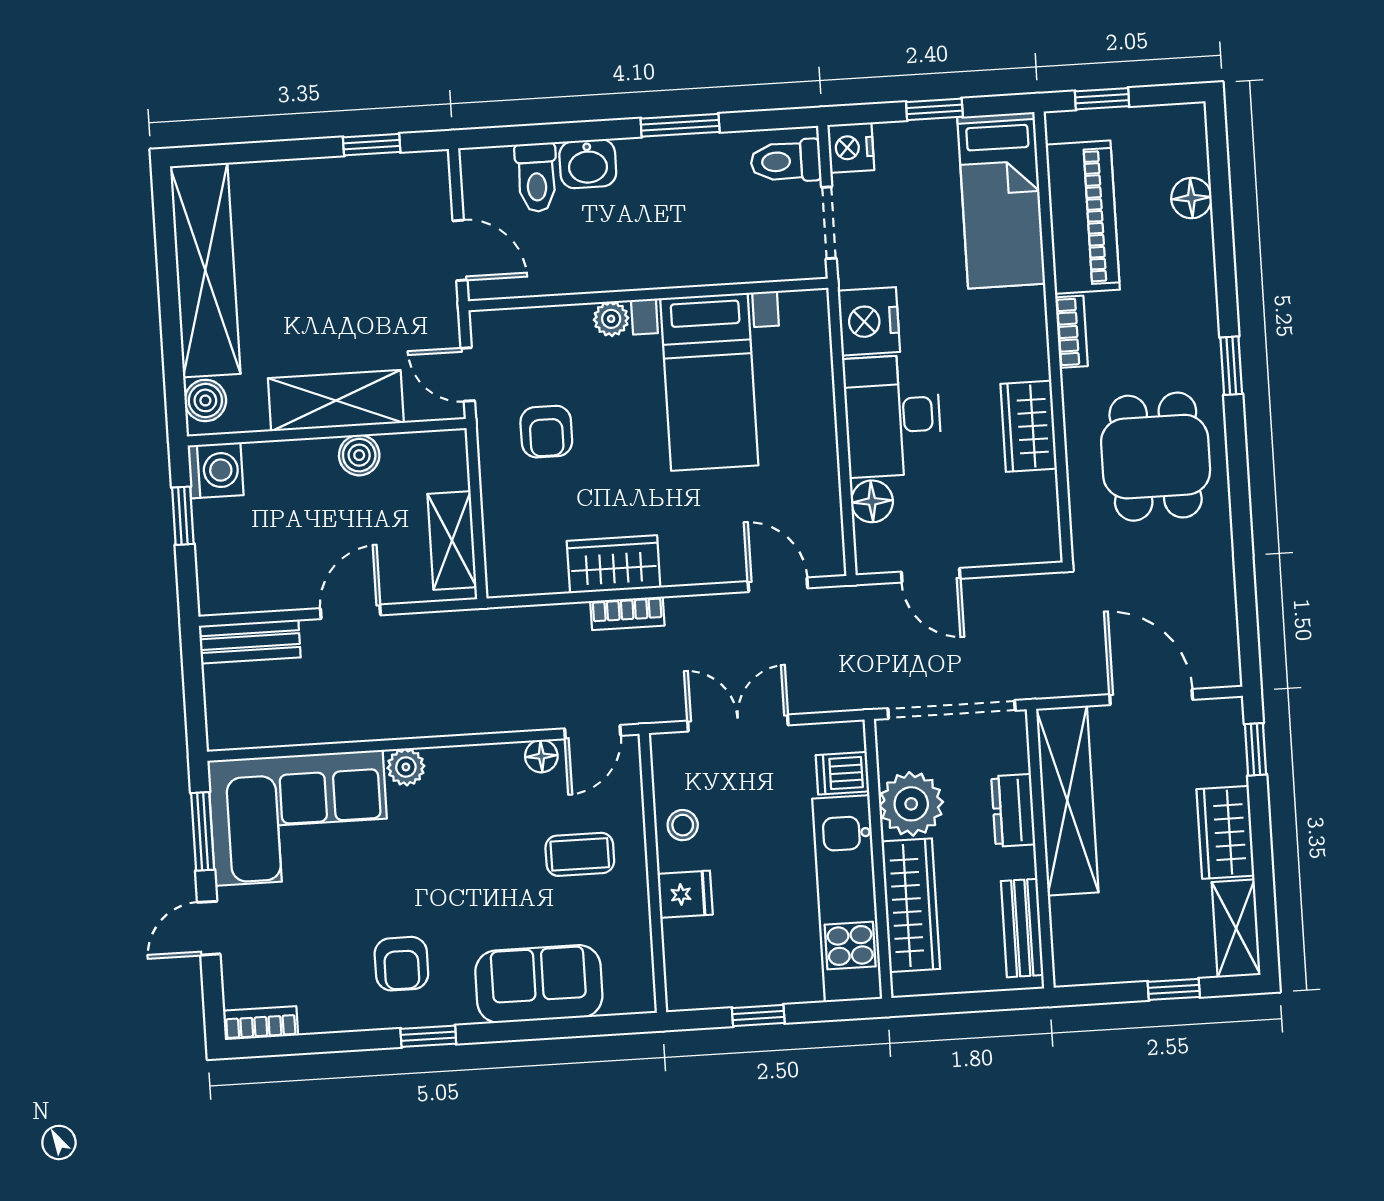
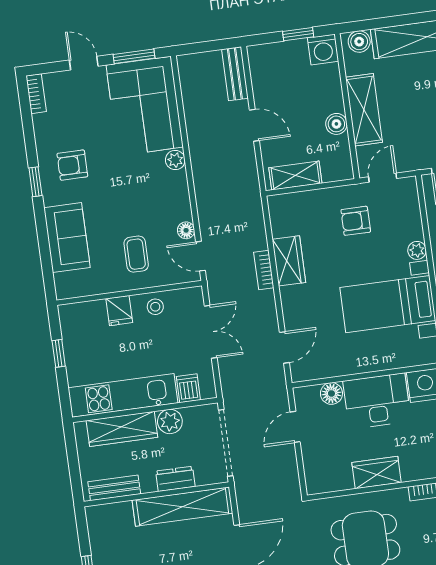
plant: (911, 804) -> (170, 421), width x0.73, depth x0.73

